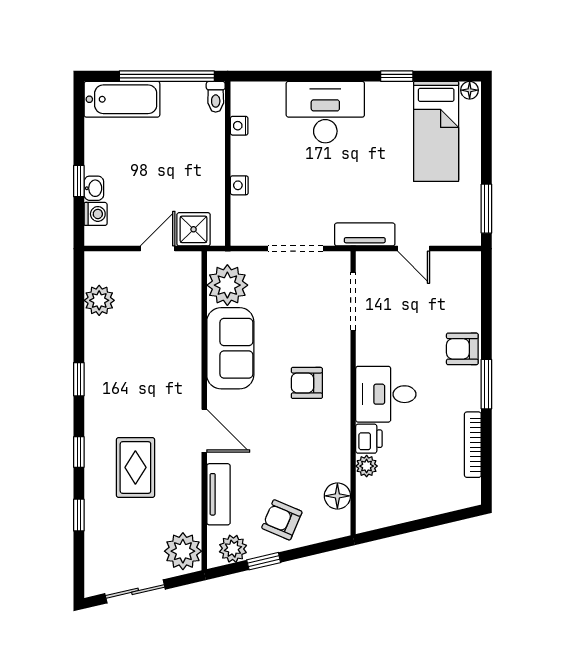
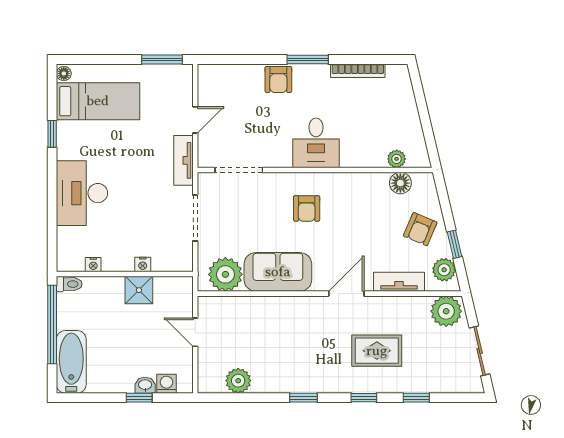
shower: (194, 229) -> (139, 290), moved
printer: (369, 439) -> (353, 157), removed
plant: (367, 466) -> (397, 159), moved

